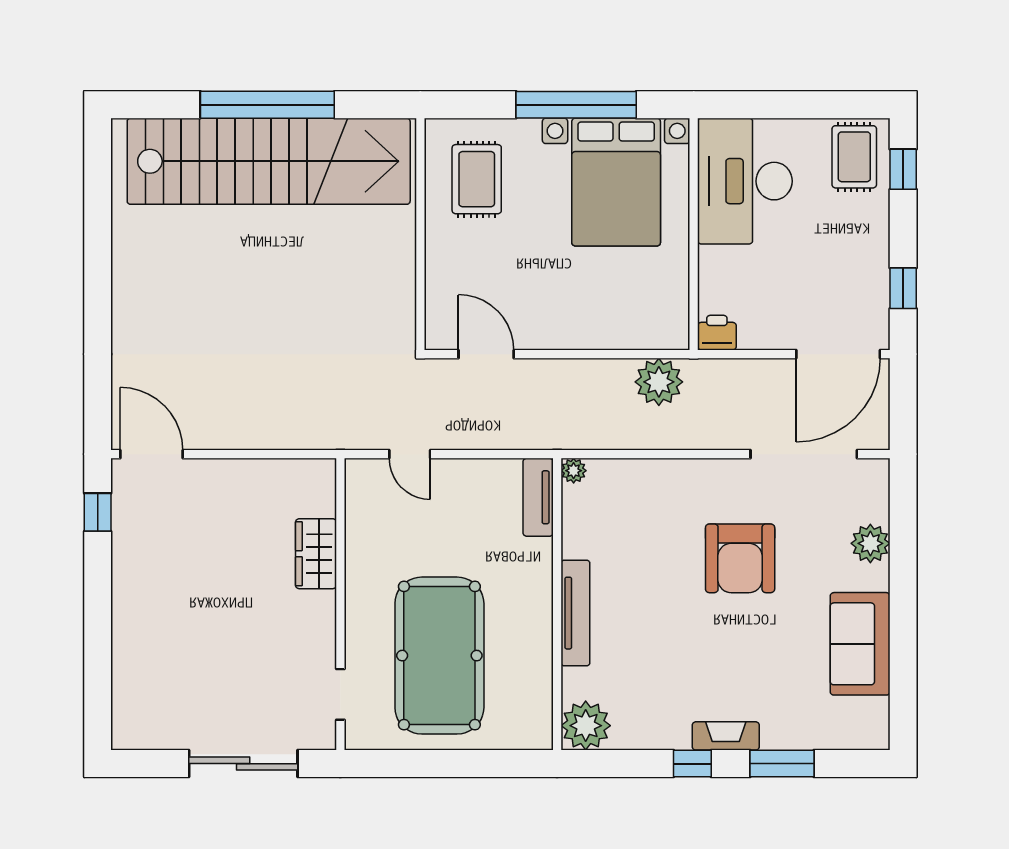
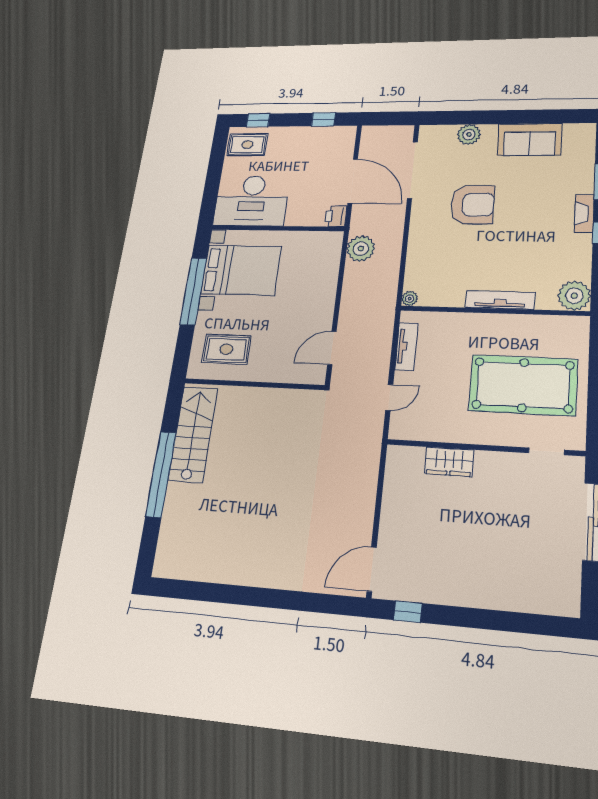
stairs: (269, 161) -> (193, 434), width x0.54, depth x0.66
door: (838, 354) -> (353, 181), moved
tv unit: (538, 497) -> (406, 346), moved, turned -90

